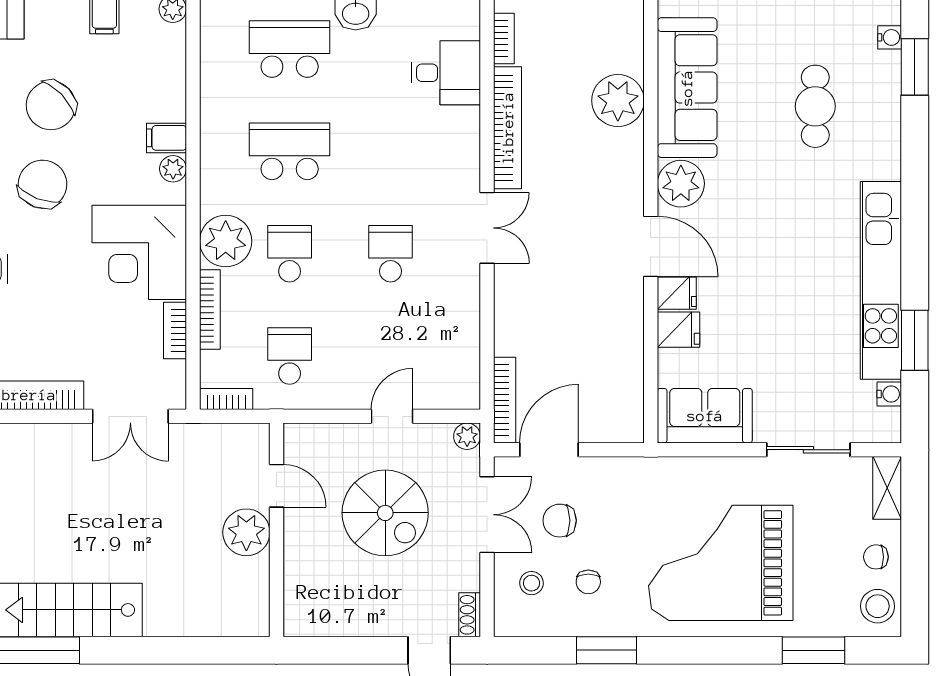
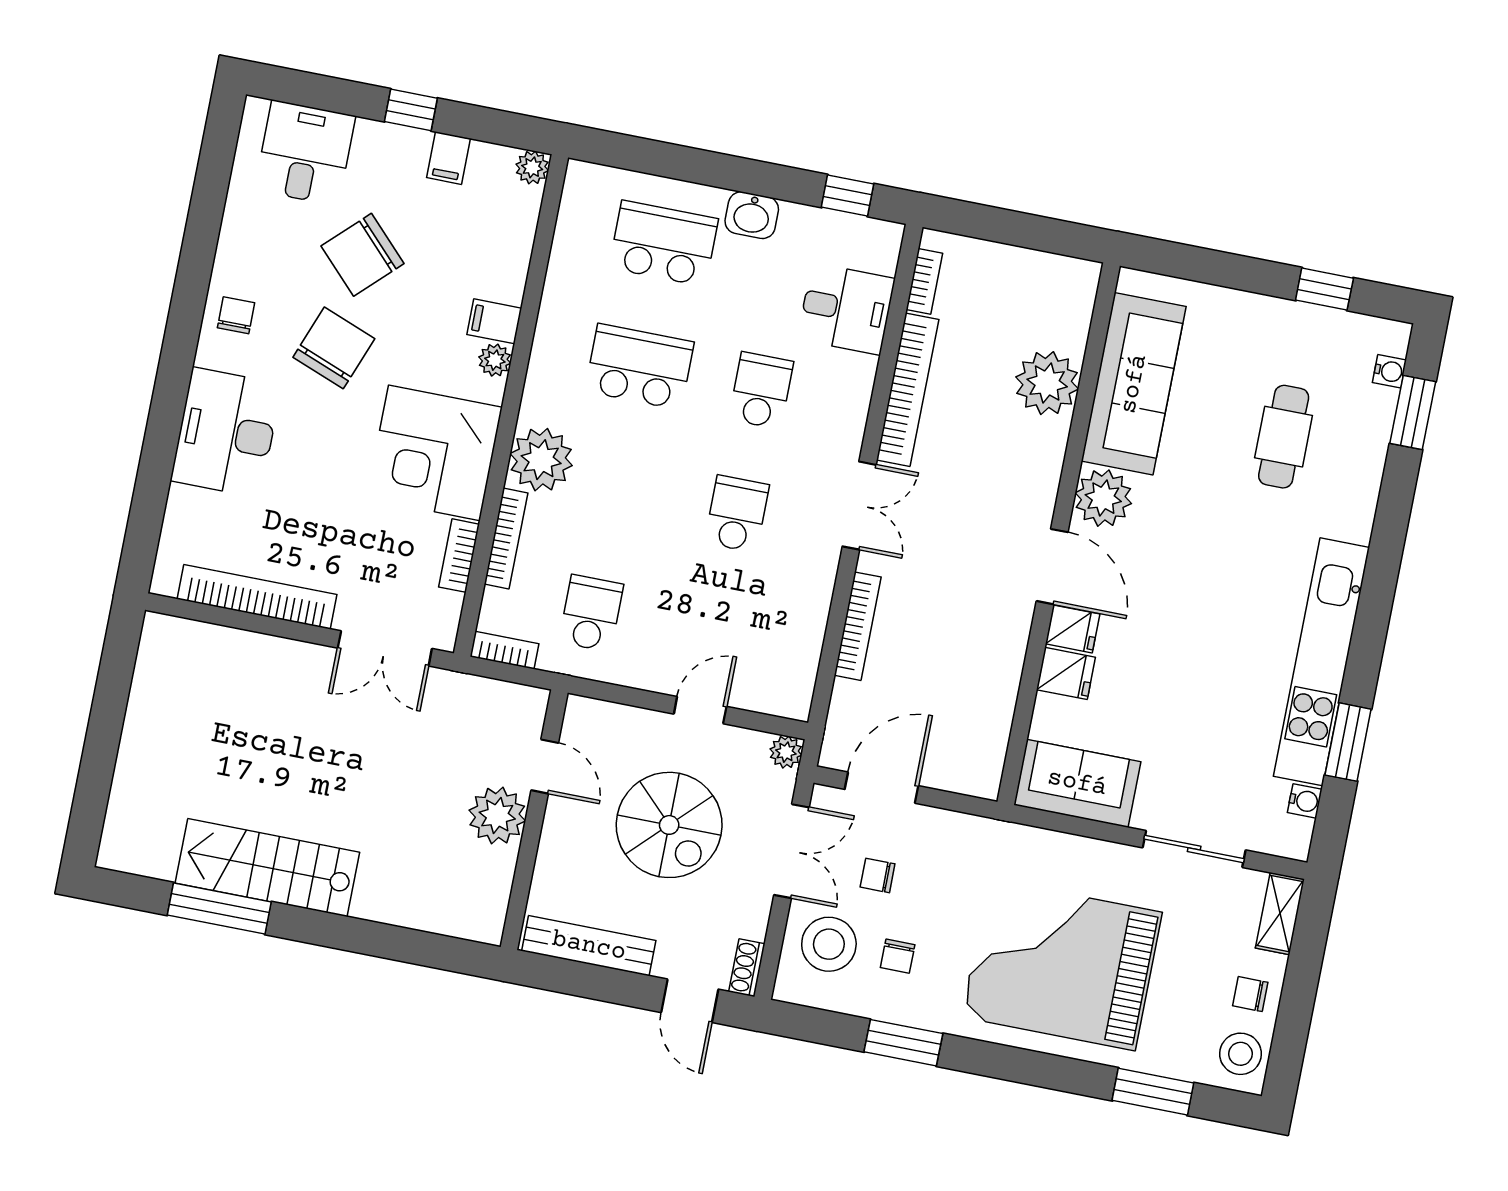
school desk: (290, 254) -> (761, 391), moved
bookcase: (505, 400) -> (858, 626), moved
chair: (560, 521) -> (878, 875), width x0.73, depth x0.73
stool: (532, 583) -> (829, 944), width x1.89, depth x1.89
bench: (340, 622) -> (589, 946), added

